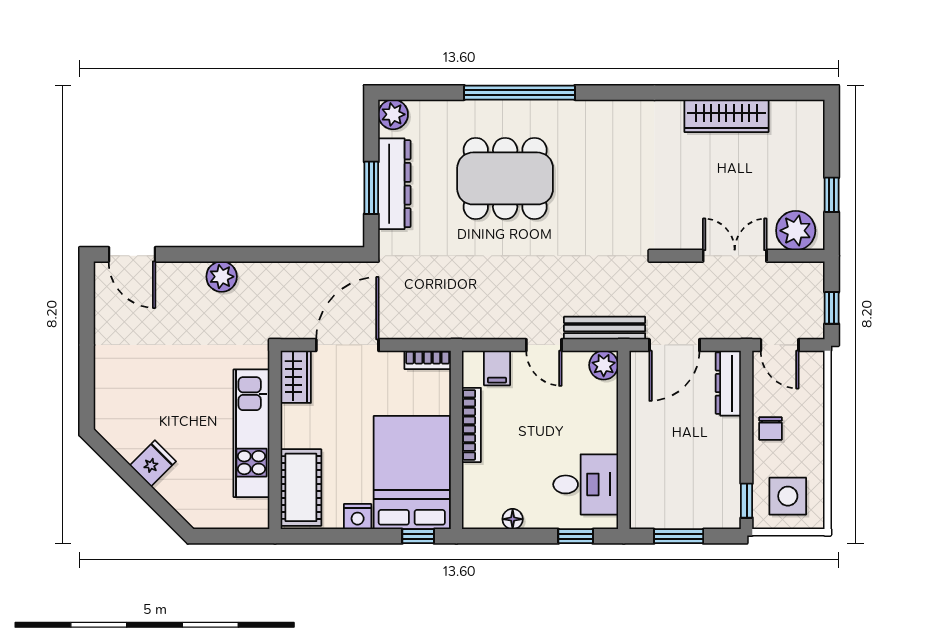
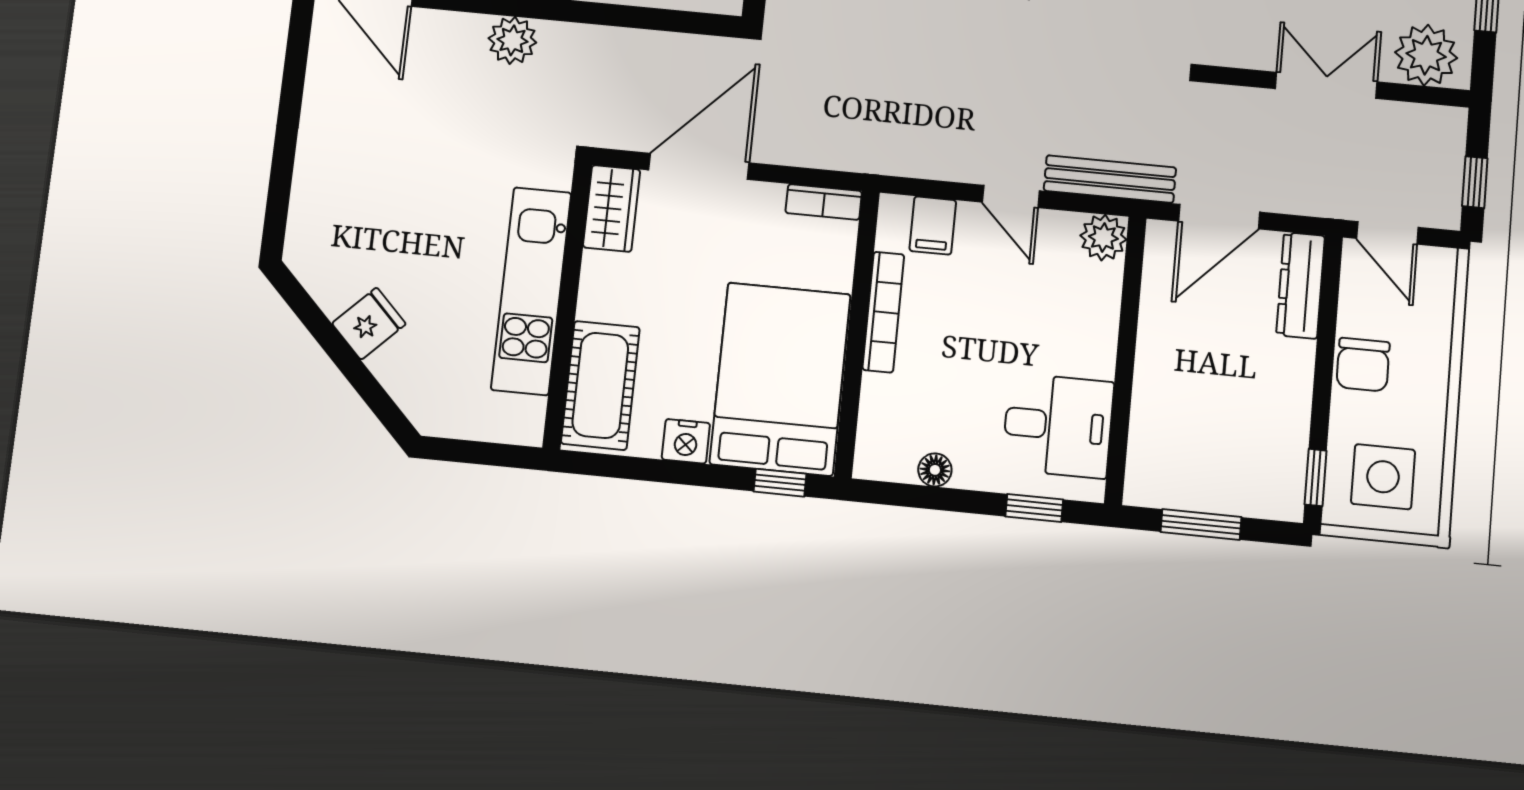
chair: (770, 429) -> (1363, 365), width x1.37, depth x1.37

